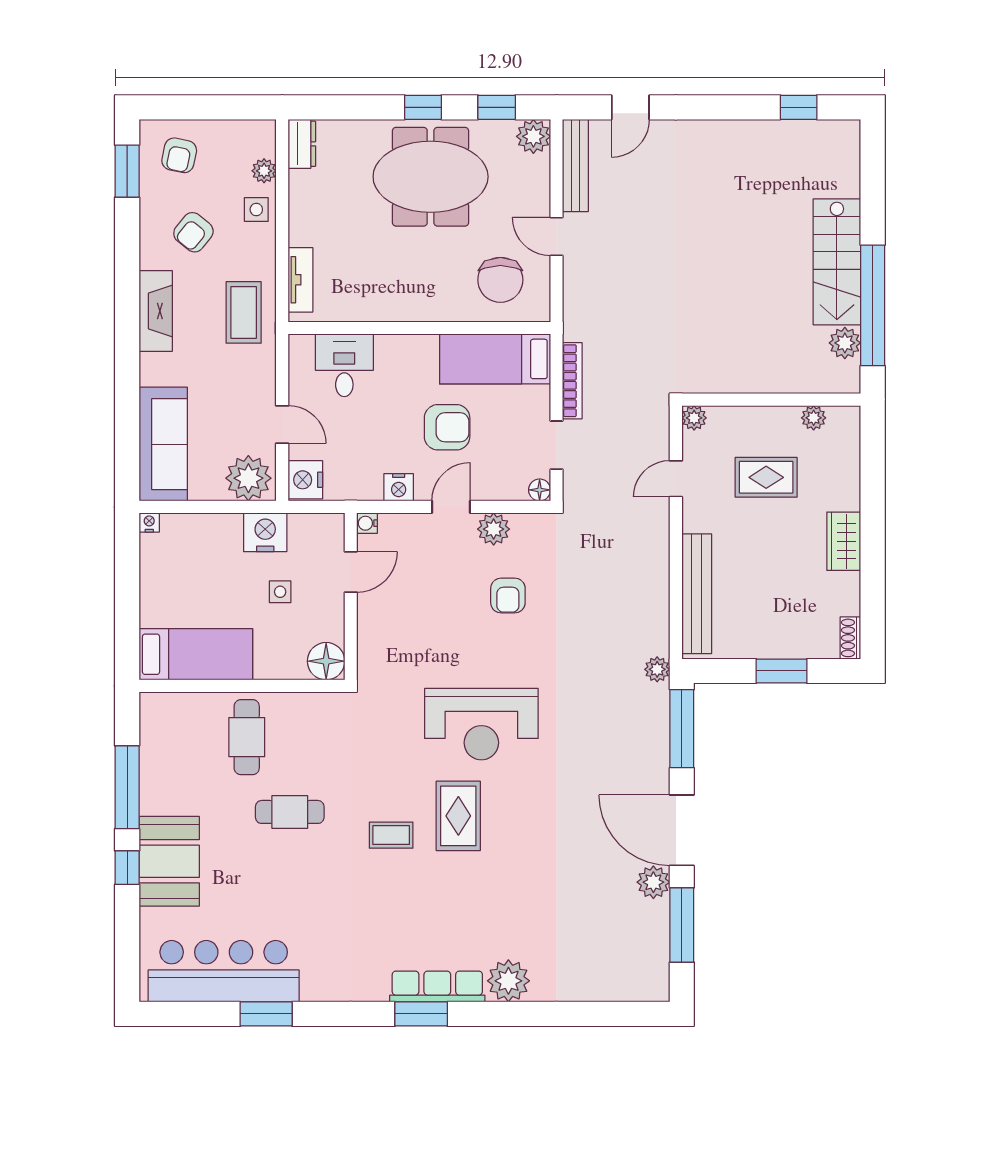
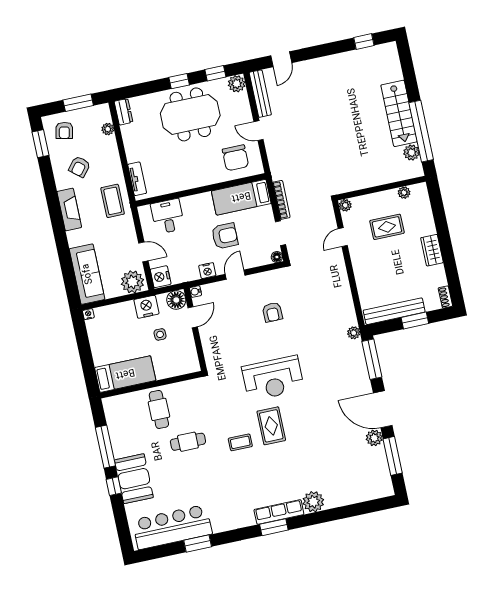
window: (218, 107) -> (78, 103), added
side table: (256, 209) -> (108, 149), removed
plant: (494, 529) -> (258, 281), removed
bench: (697, 594) -> (394, 311), moved, turned 90
floor lamp: (326, 661) -> (176, 300), moved

